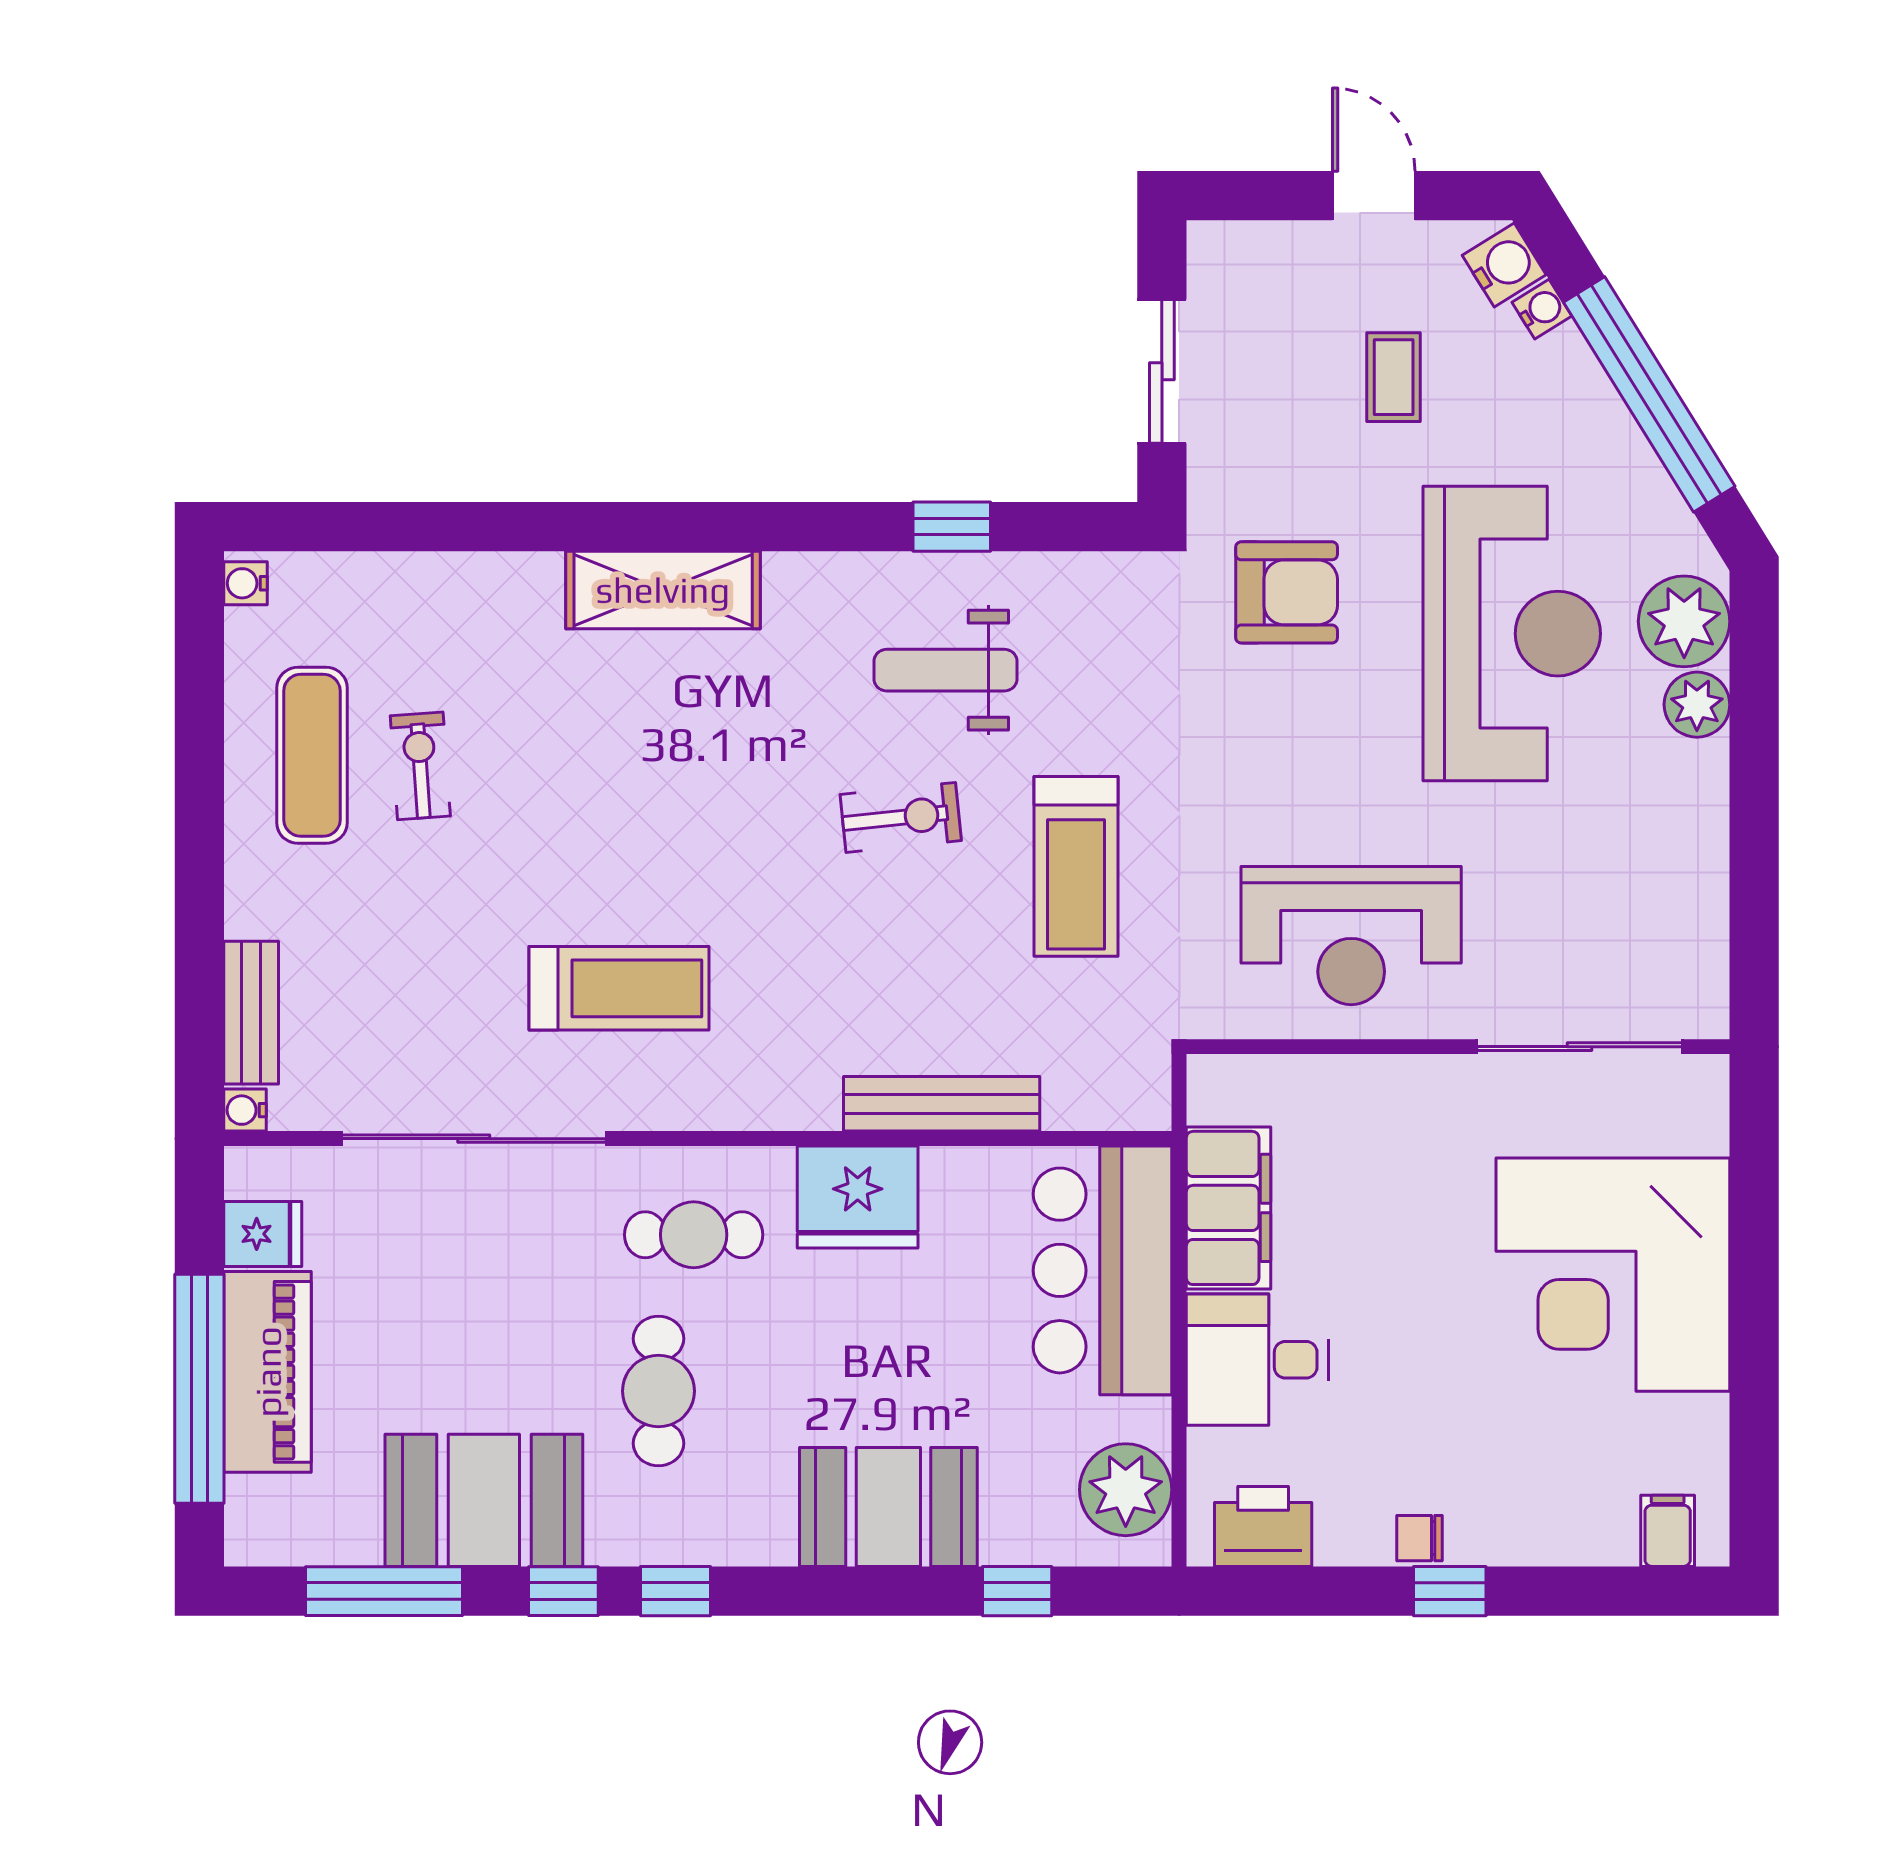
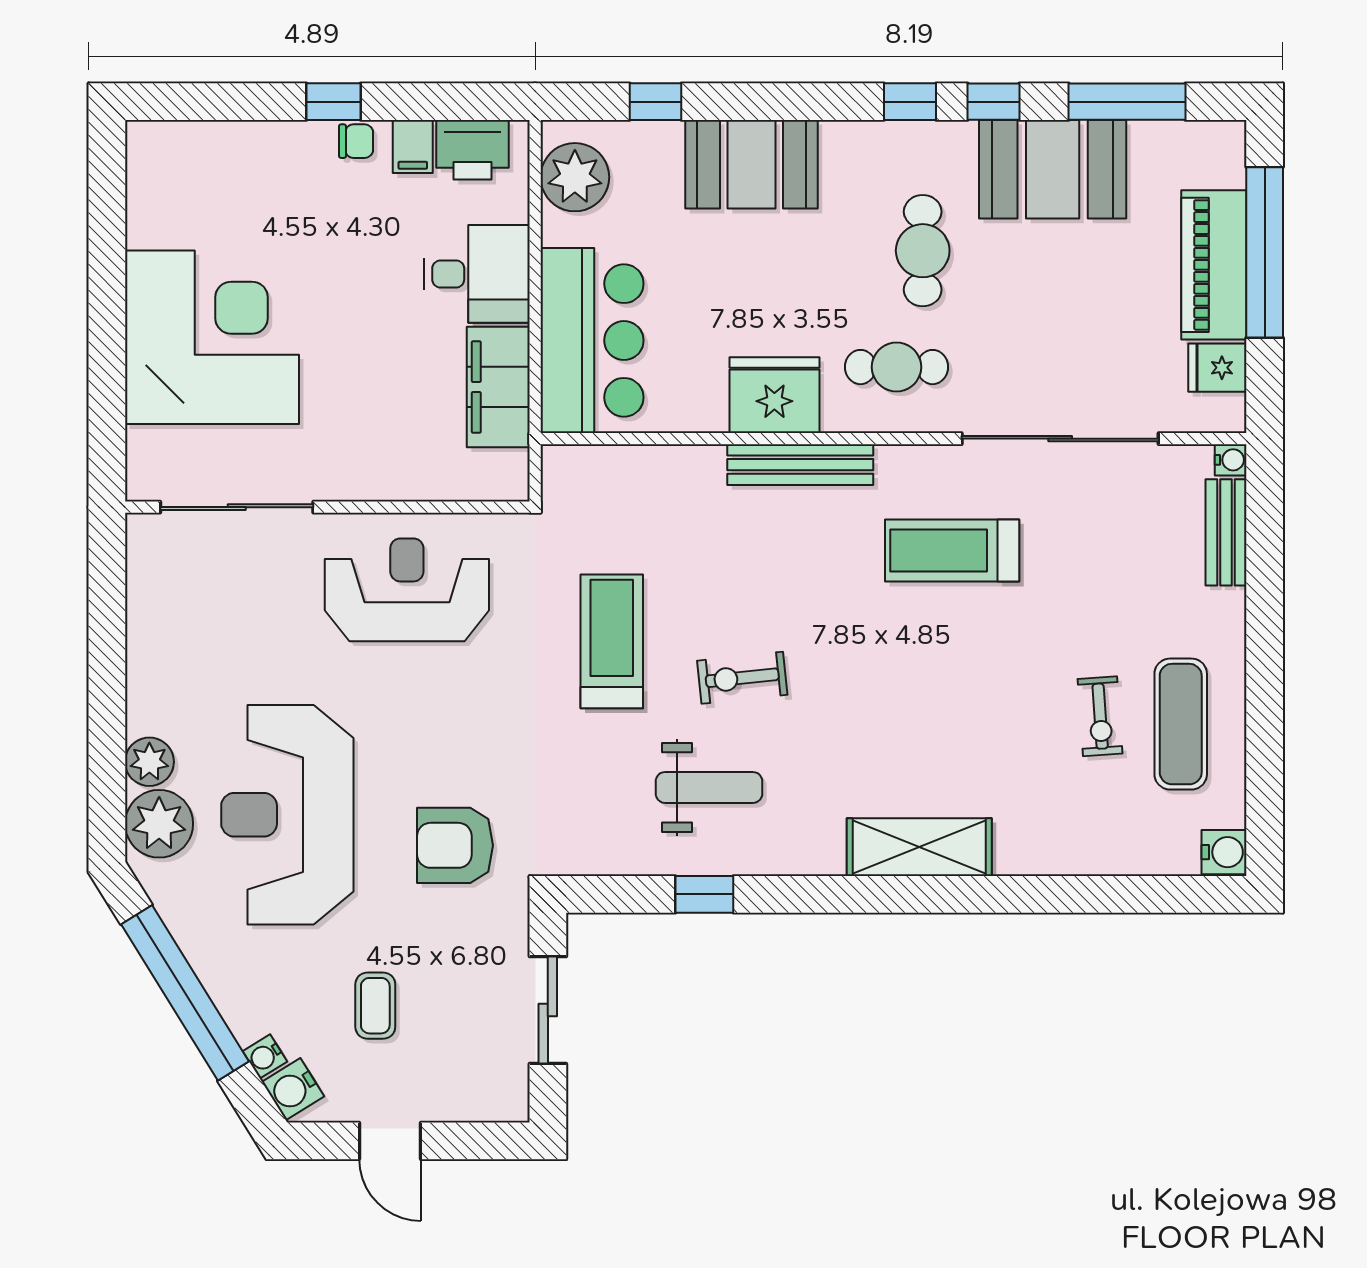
water cooler: (246, 583) -> (1224, 852), width x1.38, depth x1.38
bench: (942, 1104) -> (800, 465), moved
filing cabinet: (1668, 1531) -> (413, 147), moved

